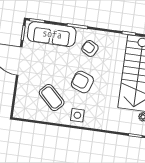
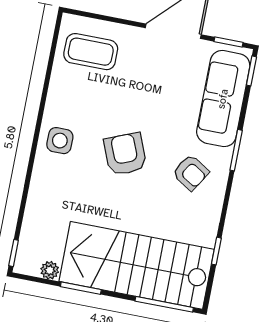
armchair: (90, 48) -> (191, 173), turned 93
armchair: (82, 82) -> (125, 154), turned -42
coffee table: (52, 98) -> (91, 52), moved, turned 46

